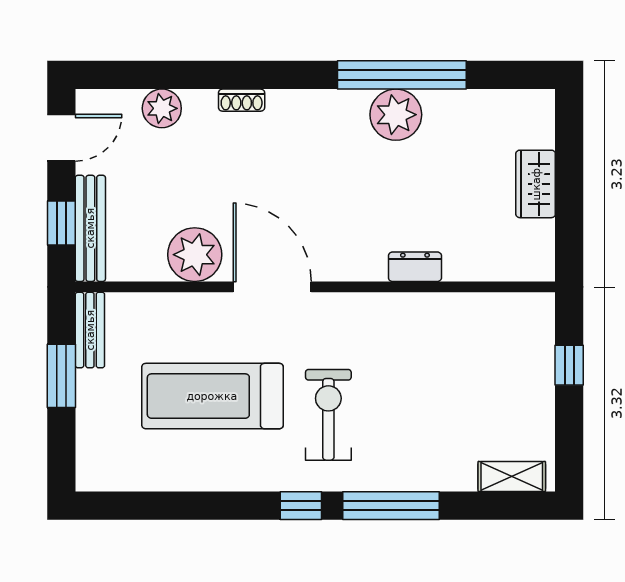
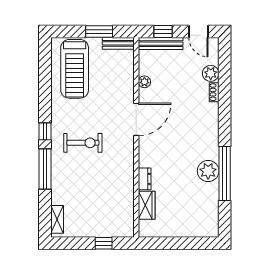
shoe rack: (242, 100) -> (214, 92), moved
wardrobe: (536, 184) -> (147, 205), moved, turned 90
plant: (195, 255) -> (144, 82), width x0.53, depth x0.53
treadmill: (212, 396) -> (75, 69), moved, turned 180

